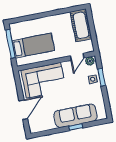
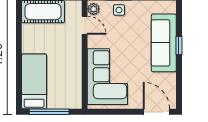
bed: (33, 46) -> (34, 81), moved
door: (23, 110) -> (156, 112), moved

